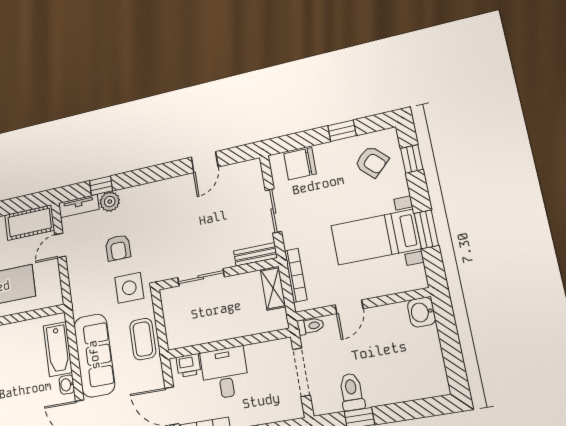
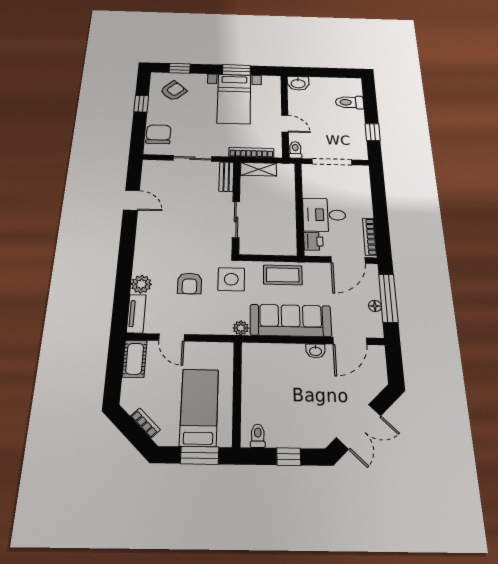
chair: (300, 164) -> (158, 134), turned 180
window: (101, 186) -> (123, 290), removed
cot: (30, 223) -> (135, 359), width x0.73, depth x0.75
armchair: (118, 248) -> (190, 283), turned 90
plant: (79, 308) -> (241, 328), added
bathtub: (58, 349) -> (278, 355), removed
toilet: (352, 392) -> (350, 102), moved

